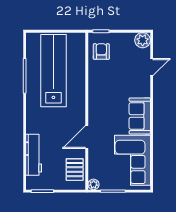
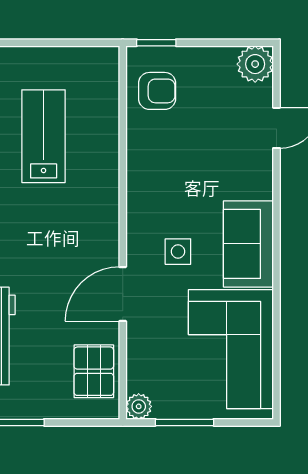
armchair: (101, 52) -> (157, 91), turned 90
lab bench: (53, 71) -> (44, 136), width x0.54, depth x0.72
side table: (110, 119) -> (178, 252), added

